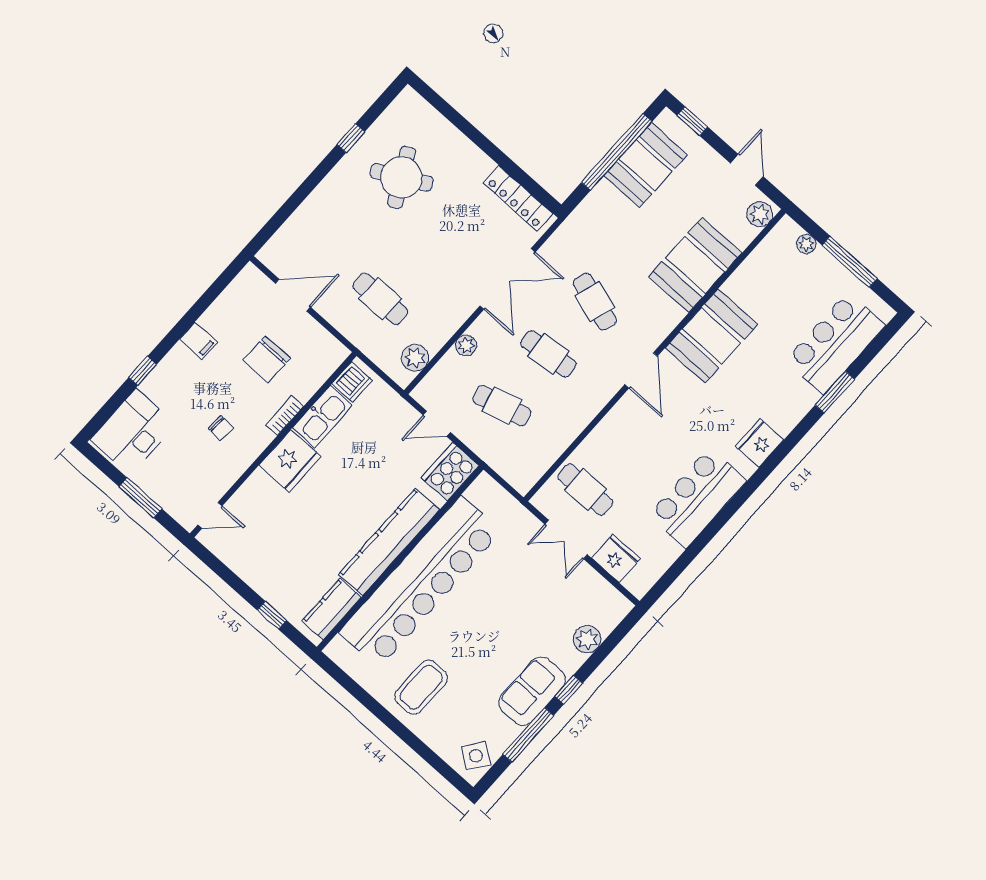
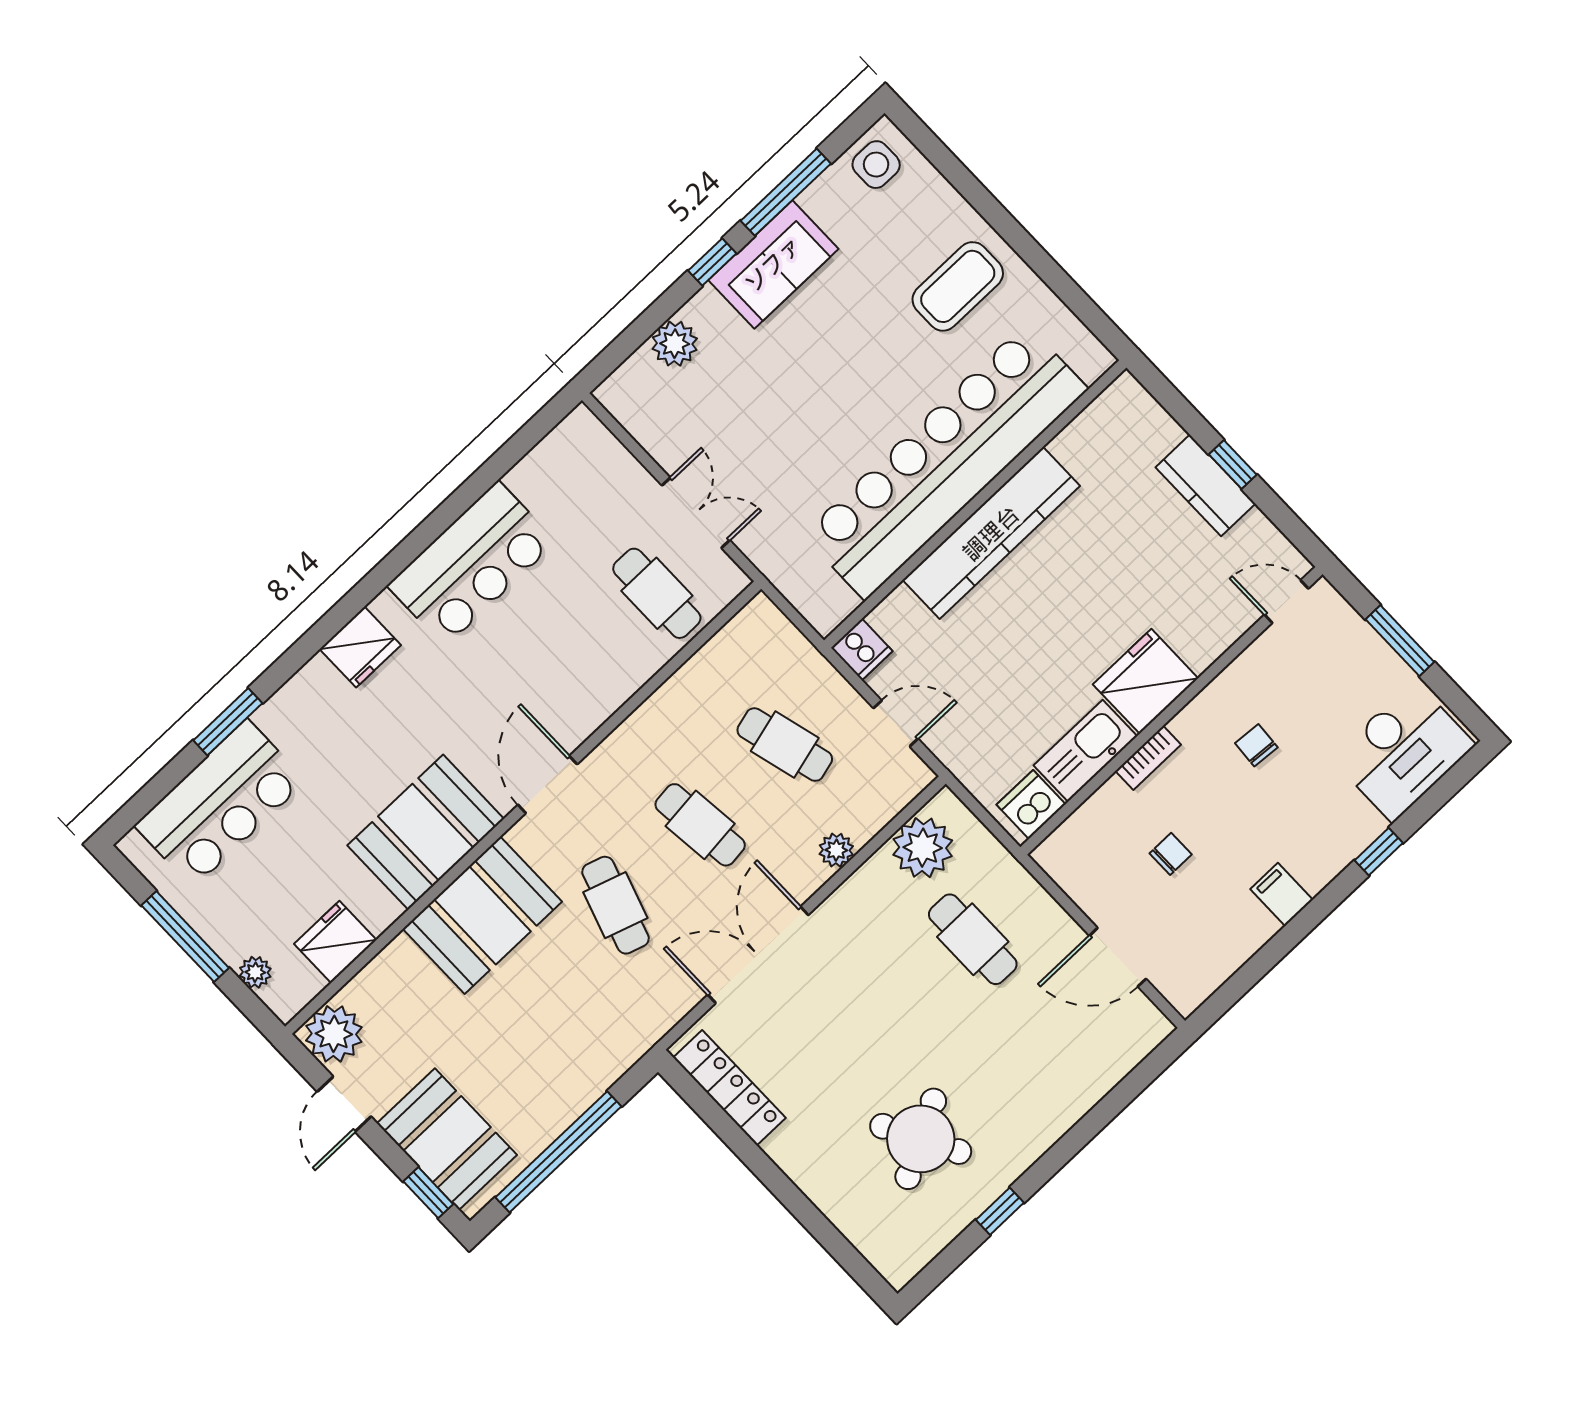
booth: (645, 165) -> (447, 1139), moved, turned 90
plant: (760, 214) -> (334, 1034), width x1.36, depth x1.36
booth: (695, 265) -> (482, 915), moved
plant: (415, 358) -> (923, 848), width x1.36, depth x1.36
chair: (267, 359) -> (1171, 854), width x0.54, depth x0.54
cooker: (450, 472) -> (862, 649), width x0.53, depth x0.76
fridge: (616, 558) -> (335, 942), moved, turned 90
kitchen counter: (332, 609) -> (1206, 485), moved, turned 90
window: (272, 615) -> (1233, 465), moved
side table: (476, 756) -> (876, 165), turned -36

